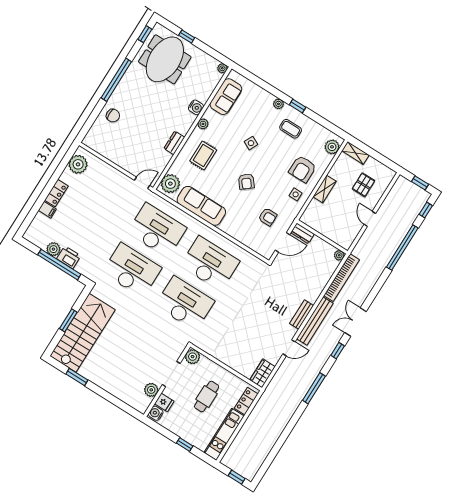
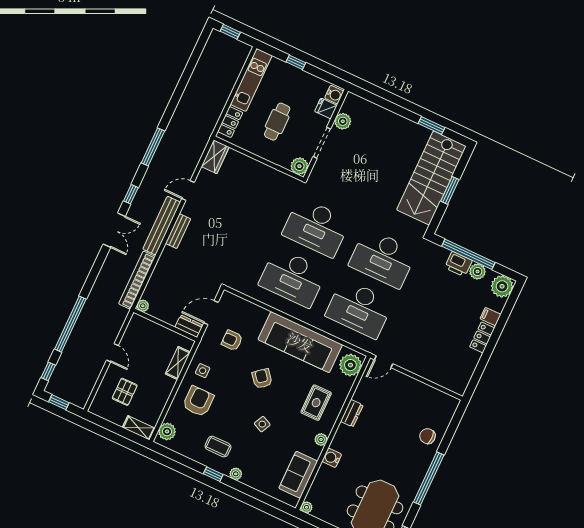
plant: (78, 164) -> (502, 286), moved
shelving: (325, 189) -> (178, 363), moved
sofa: (201, 206) -> (300, 342), width x1.36, depth x1.27

